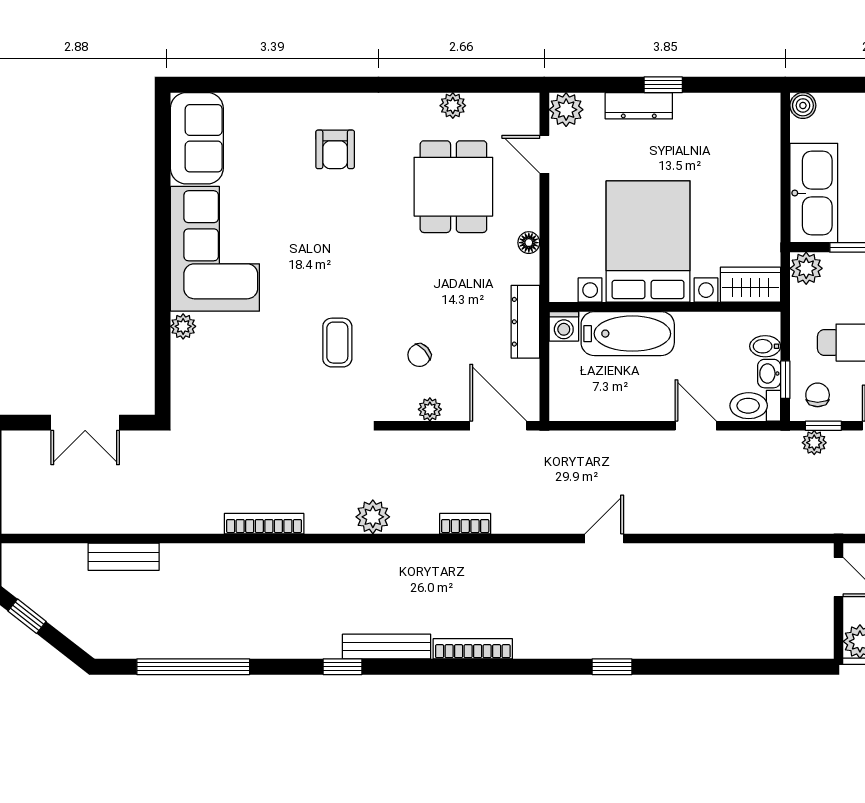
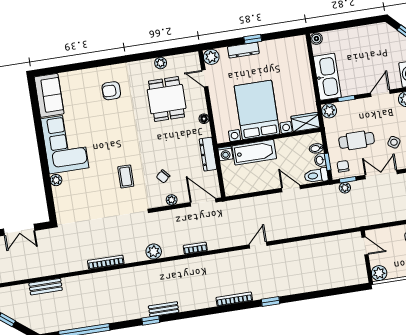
armchair: (335, 149) -> (111, 91), turned 90
bench: (387, 647) -> (164, 309), width x0.73
bookcase: (473, 649) -> (234, 299), moved

